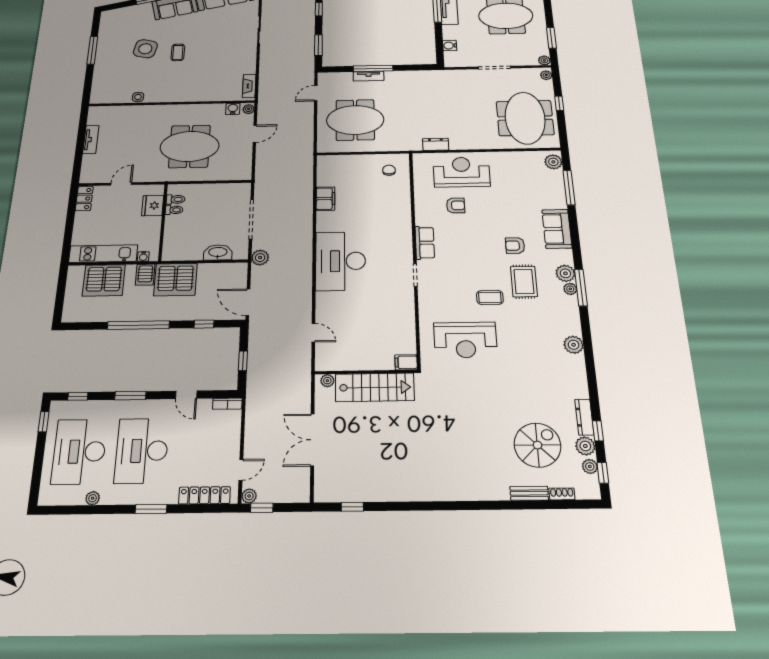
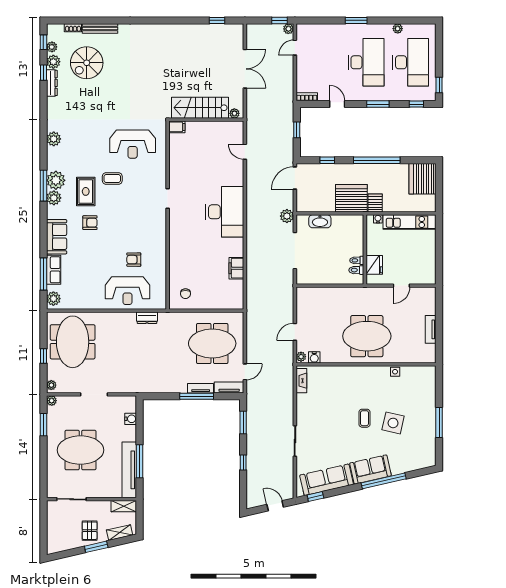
tv unit: (335, 78) -> (229, 387), added
meeting table: (190, 146) -> (367, 336), moved
locker: (84, 199) -> (430, 272), removed
row of seats: (425, 243) -> (54, 270), moved, turned 180
server rack: (104, 280) -> (423, 179), moved, turned -90
plant: (570, 289) -> (56, 180), width x1.88, depth x1.88
door: (248, 302) -> (295, 178), swing flipped
reception desk: (465, 340) -> (133, 144), turned 180
bench: (529, 493) -> (100, 28), width x1.36
locker: (205, 495) -> (320, 30), removed

